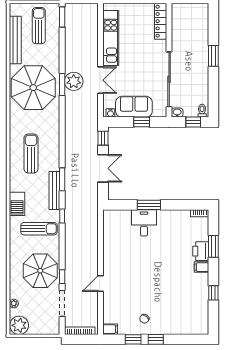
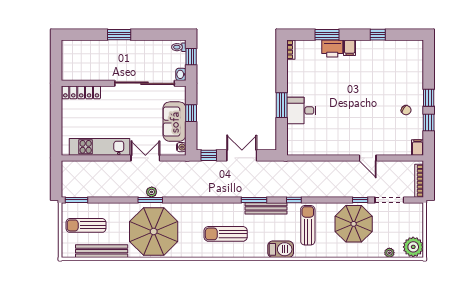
plant: (74, 81) -> (152, 192), width x0.53, depth x0.53

